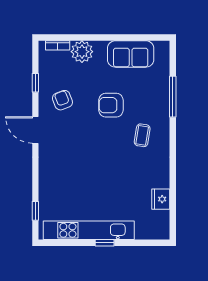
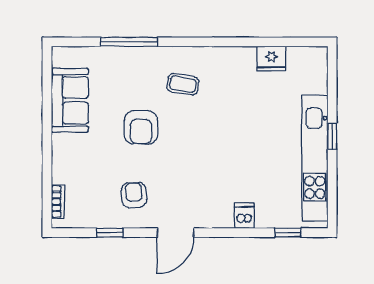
plant: (82, 52) -> (67, 168), removed
armchair: (62, 100) -> (134, 195), turned 106
dishwasher: (48, 180) -> (244, 216), added

